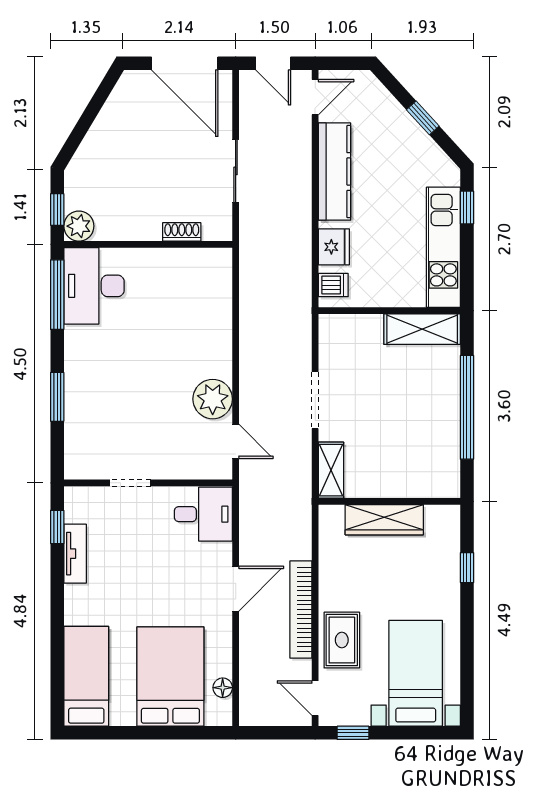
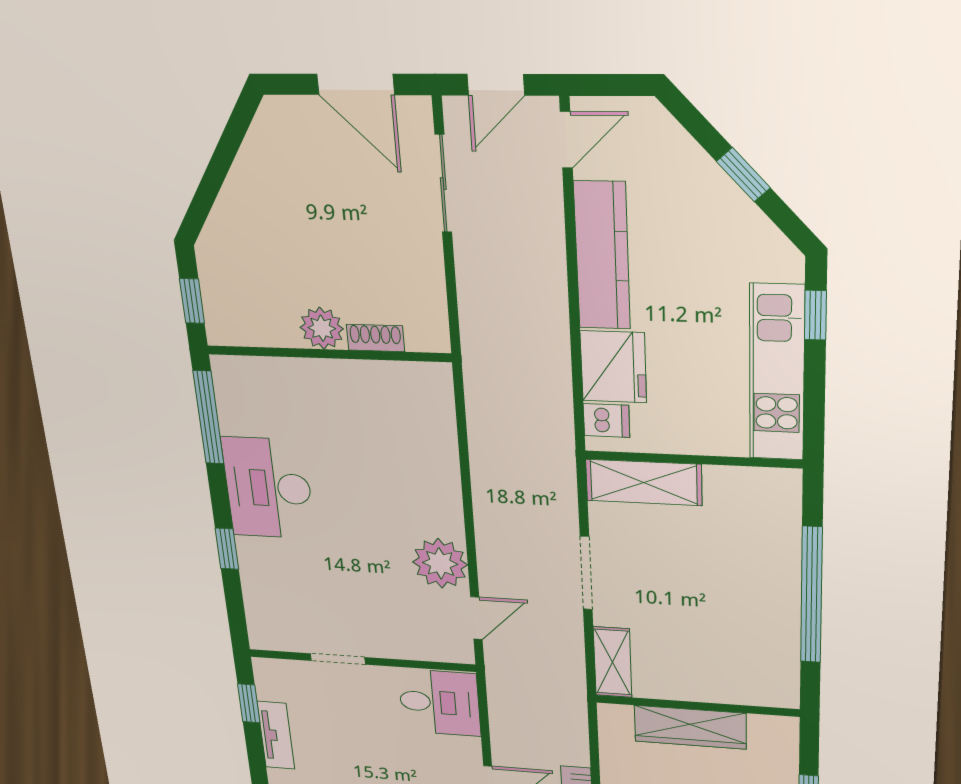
door: (185, 63) -> (356, 84), width x0.73
door: (273, 63) -> (496, 85), hinge flipped
sliding door: (236, 171) -> (443, 184), moved
plant: (79, 226) -> (322, 328), moved
fridge: (334, 247) -> (613, 367), width x1.36, depth x1.34
desk: (94, 286) -> (268, 488), moved
shelving: (422, 329) -> (644, 482), moved
window: (57, 397) -> (227, 549), width x0.67
door: (236, 441) -> (476, 618), hinge flipped

